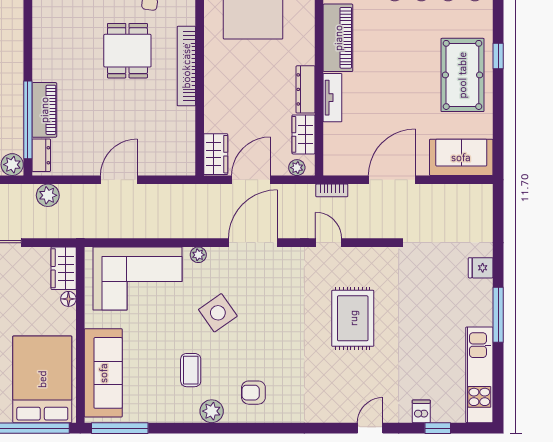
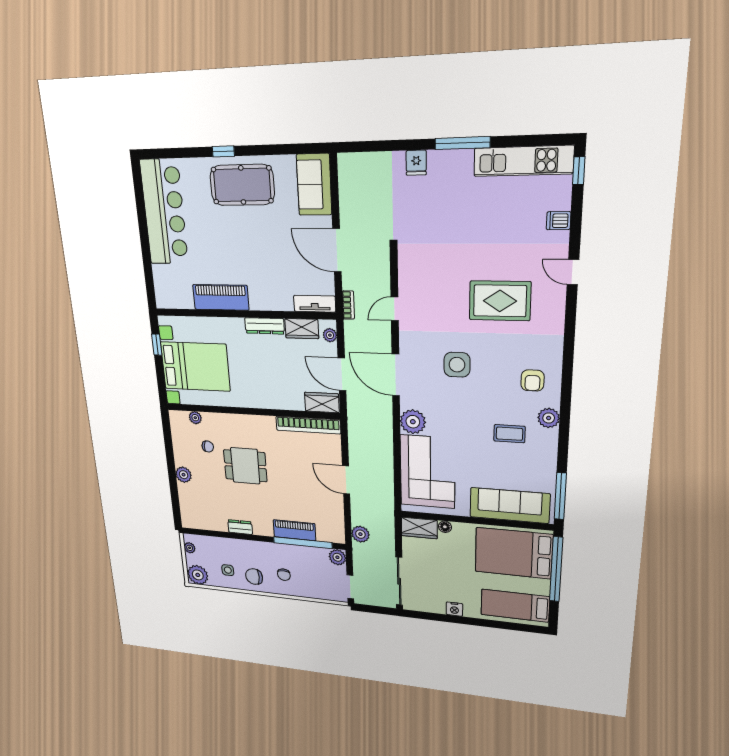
bookcase: (186, 66) -> (308, 425), moved
tv unit: (332, 98) -> (315, 304), moved
dresser: (41, 155) -> (240, 527), moved
plant: (198, 255) -> (413, 422), width x1.88, depth x1.88
side table: (218, 313) -> (457, 365), moved, turned 35
rug: (353, 318) -> (500, 301), moved
window: (438, 428) -> (579, 171), moved

